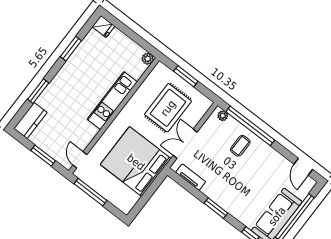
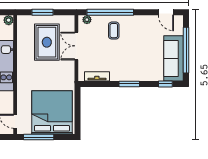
double door: (185, 144) -> (76, 46), moved
bed: (136, 162) -> (52, 112), moved, turned 90

